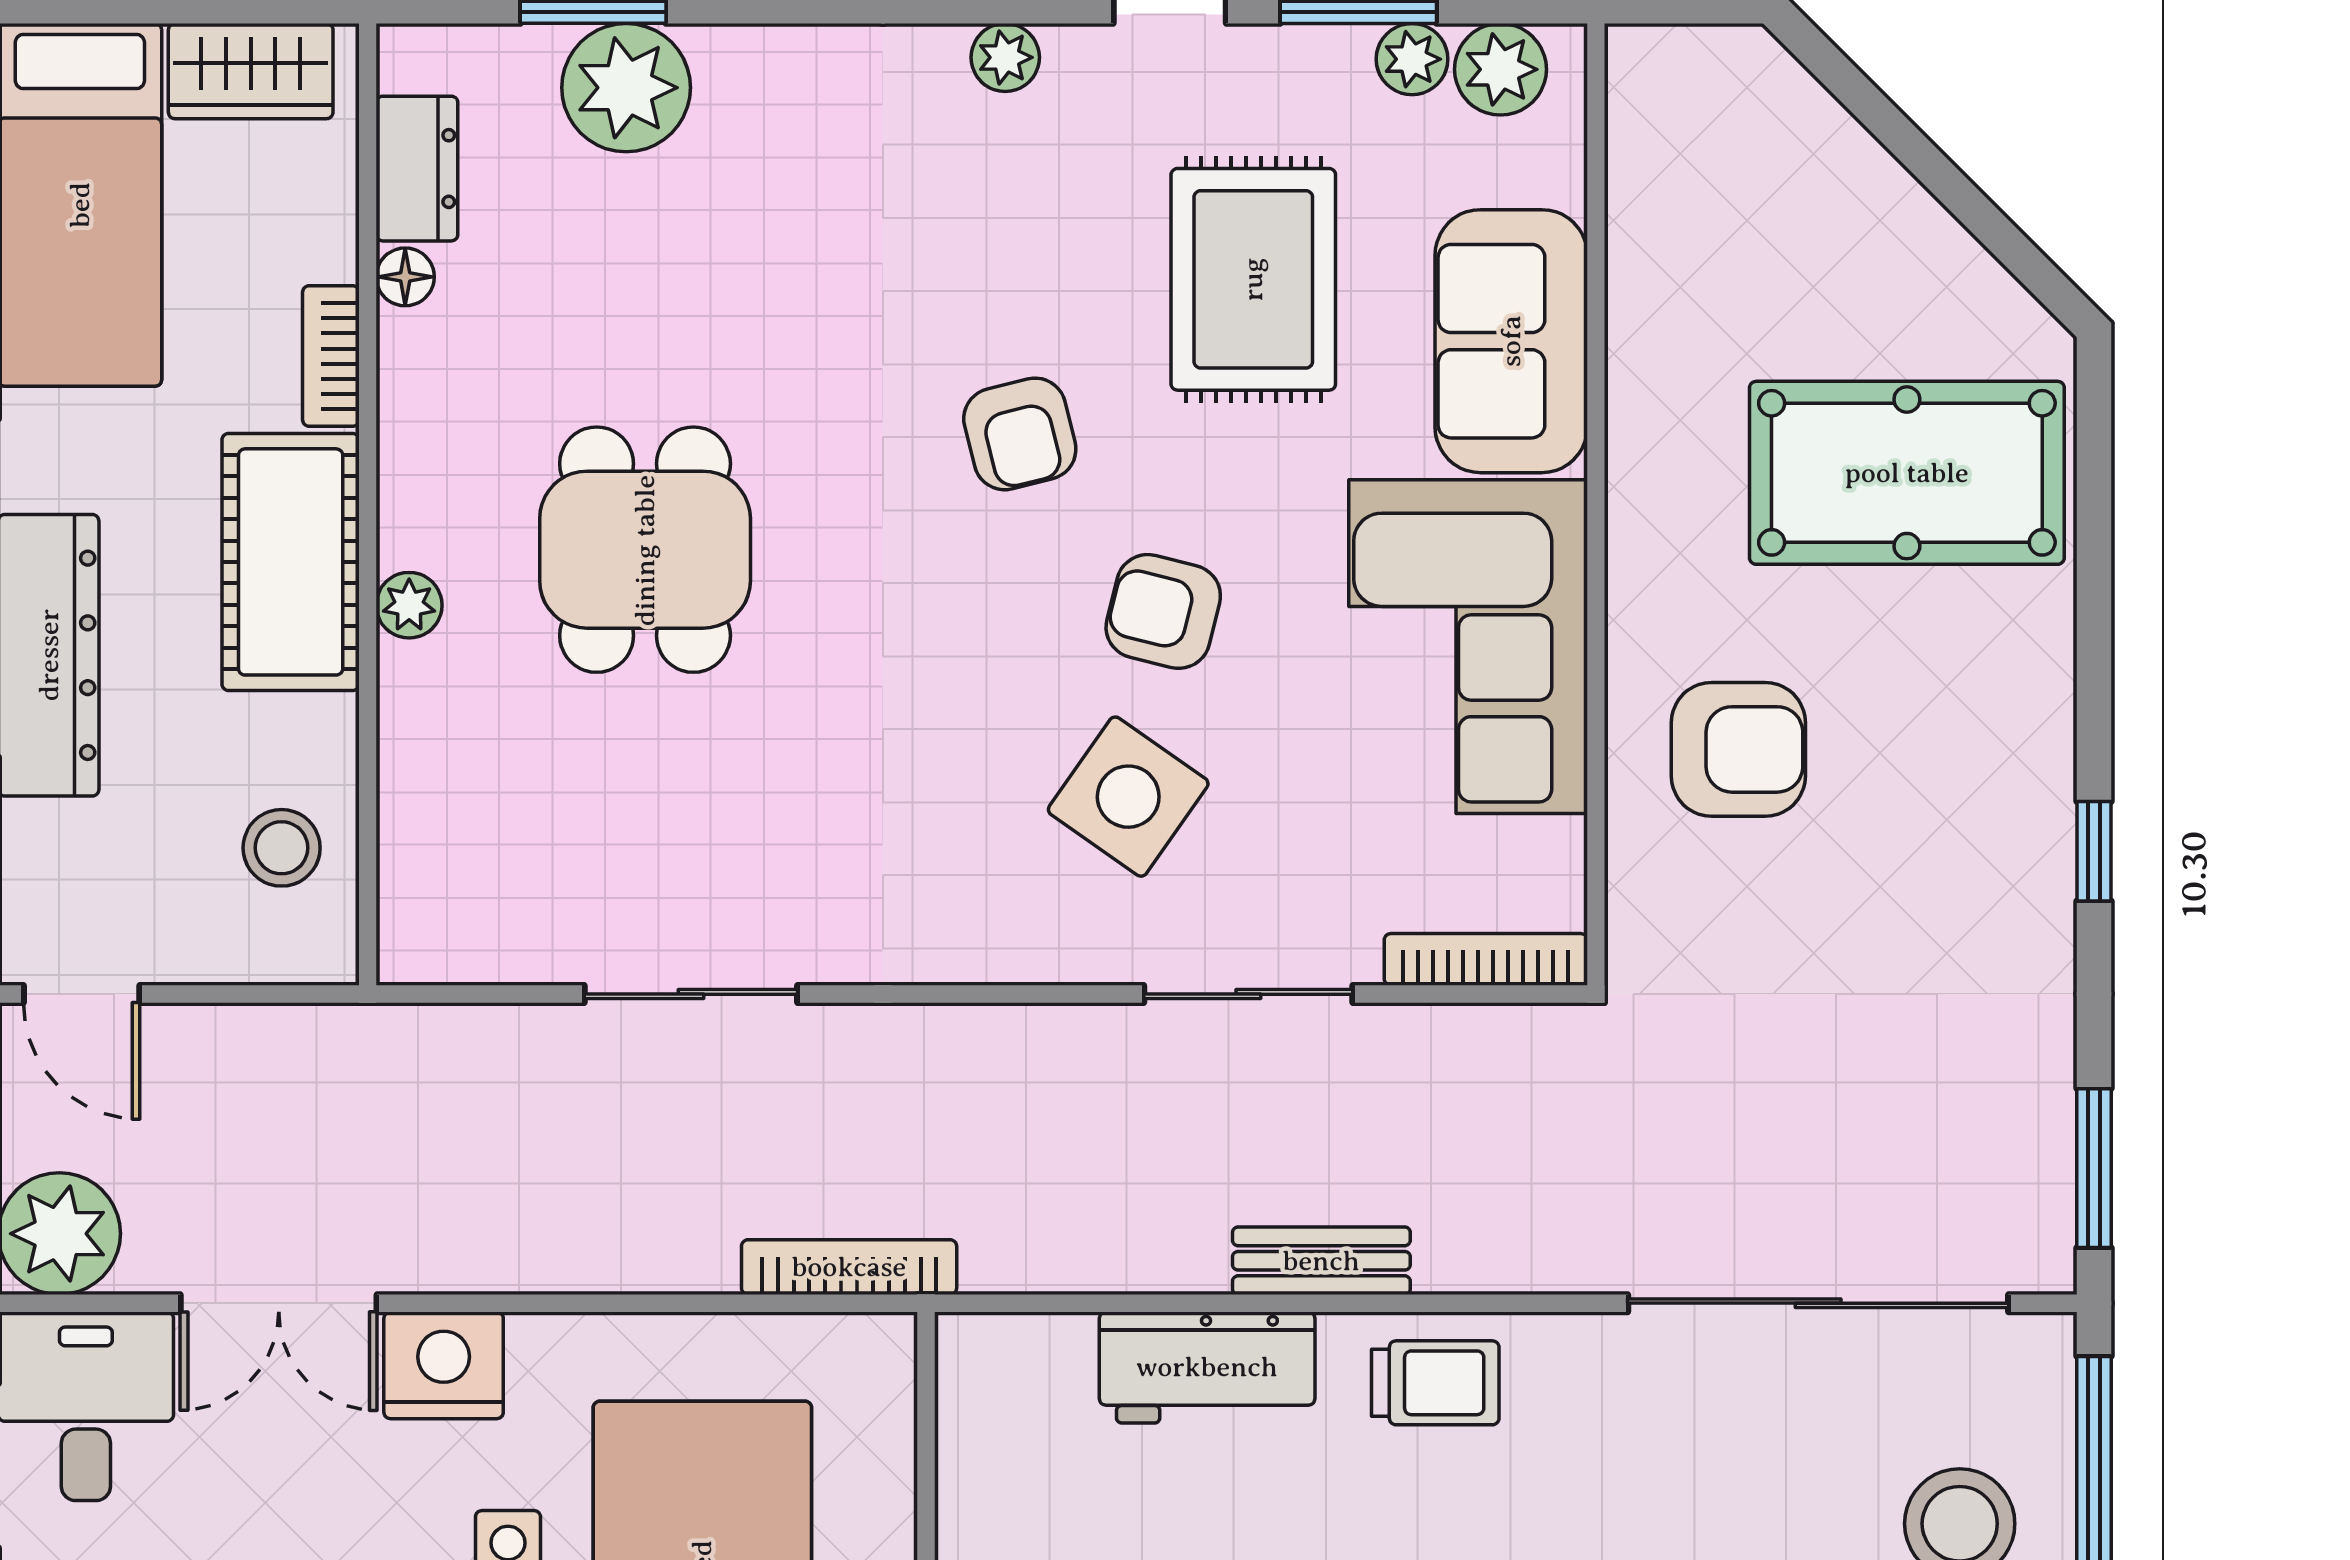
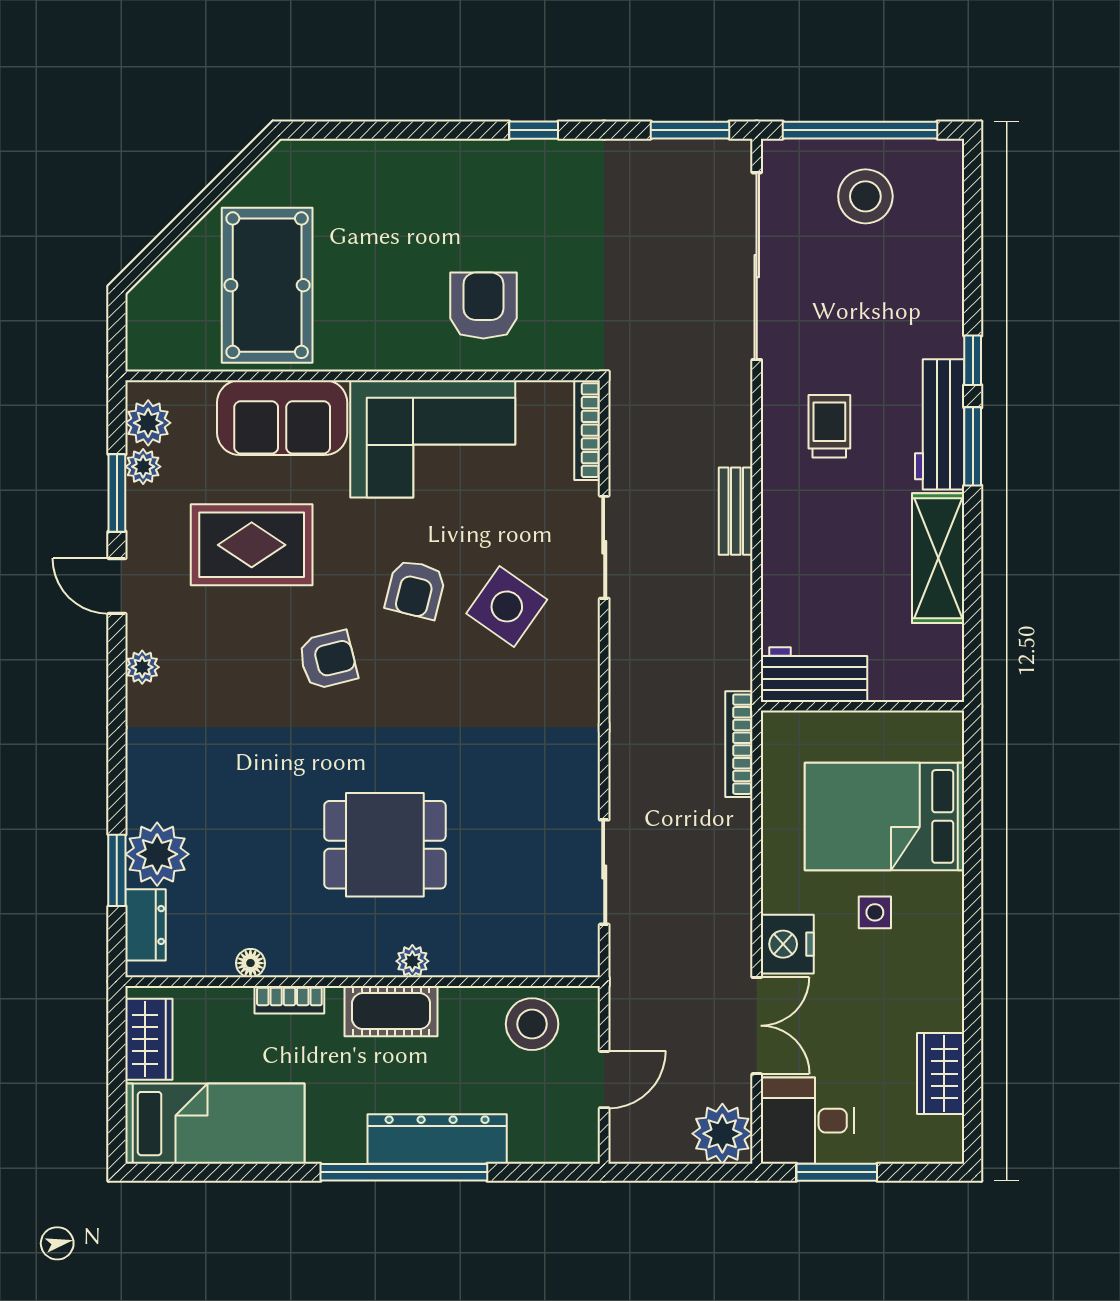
dresser: (417, 169) -> (146, 925), moved, turned 90
pool table: (1907, 473) -> (267, 285), moved
cot: (291, 562) -> (391, 1011), width x0.73, depth x0.75
stool: (282, 848) -> (532, 1024), width x1.38, depth x1.38
door: (82, 994) -> (604, 1080), moved
sliding door: (691, 994) -> (604, 872), moved
workbench: (1207, 1367) -> (814, 675), moved, turned -90
trolley: (1435, 1383) -> (829, 426), moved

